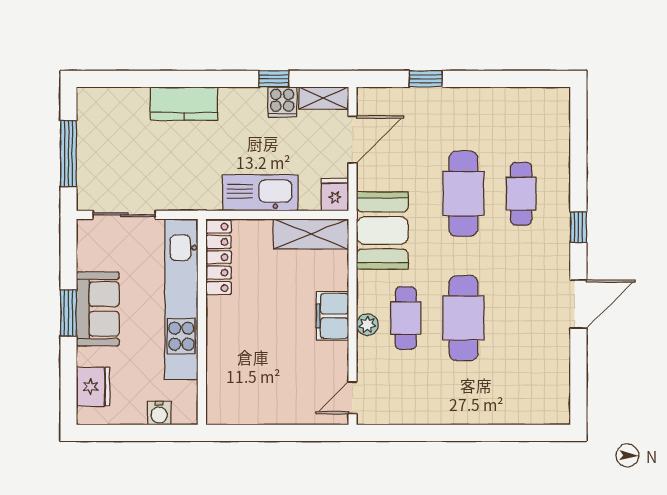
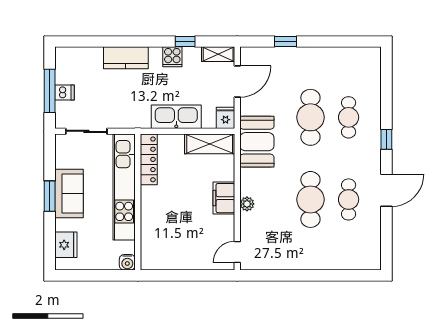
cooker: (282, 102) -> (172, 57), moved
dishwasher: (91, 156) -> (65, 93), added
cafe table: (406, 318) -> (349, 199), moved
water cooler: (159, 413) -> (127, 262), moved

